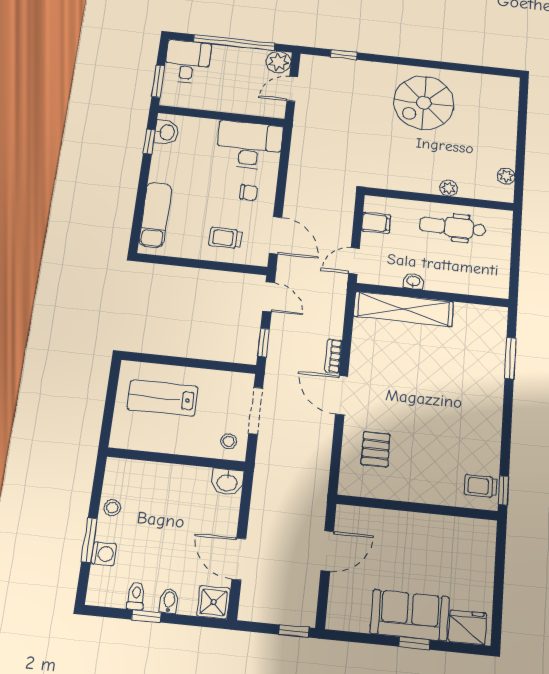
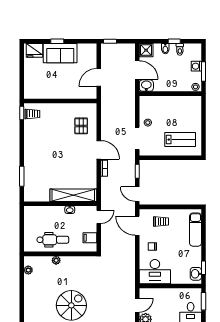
wall: (176, 459) -> (170, 94), moved
washbasin: (227, 482) -> (146, 86), moved

